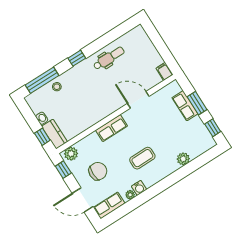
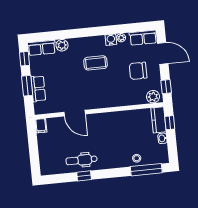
window: (77, 58) -> (84, 176), moved
row of seats: (111, 128) -> (42, 48), moved, turned 180

